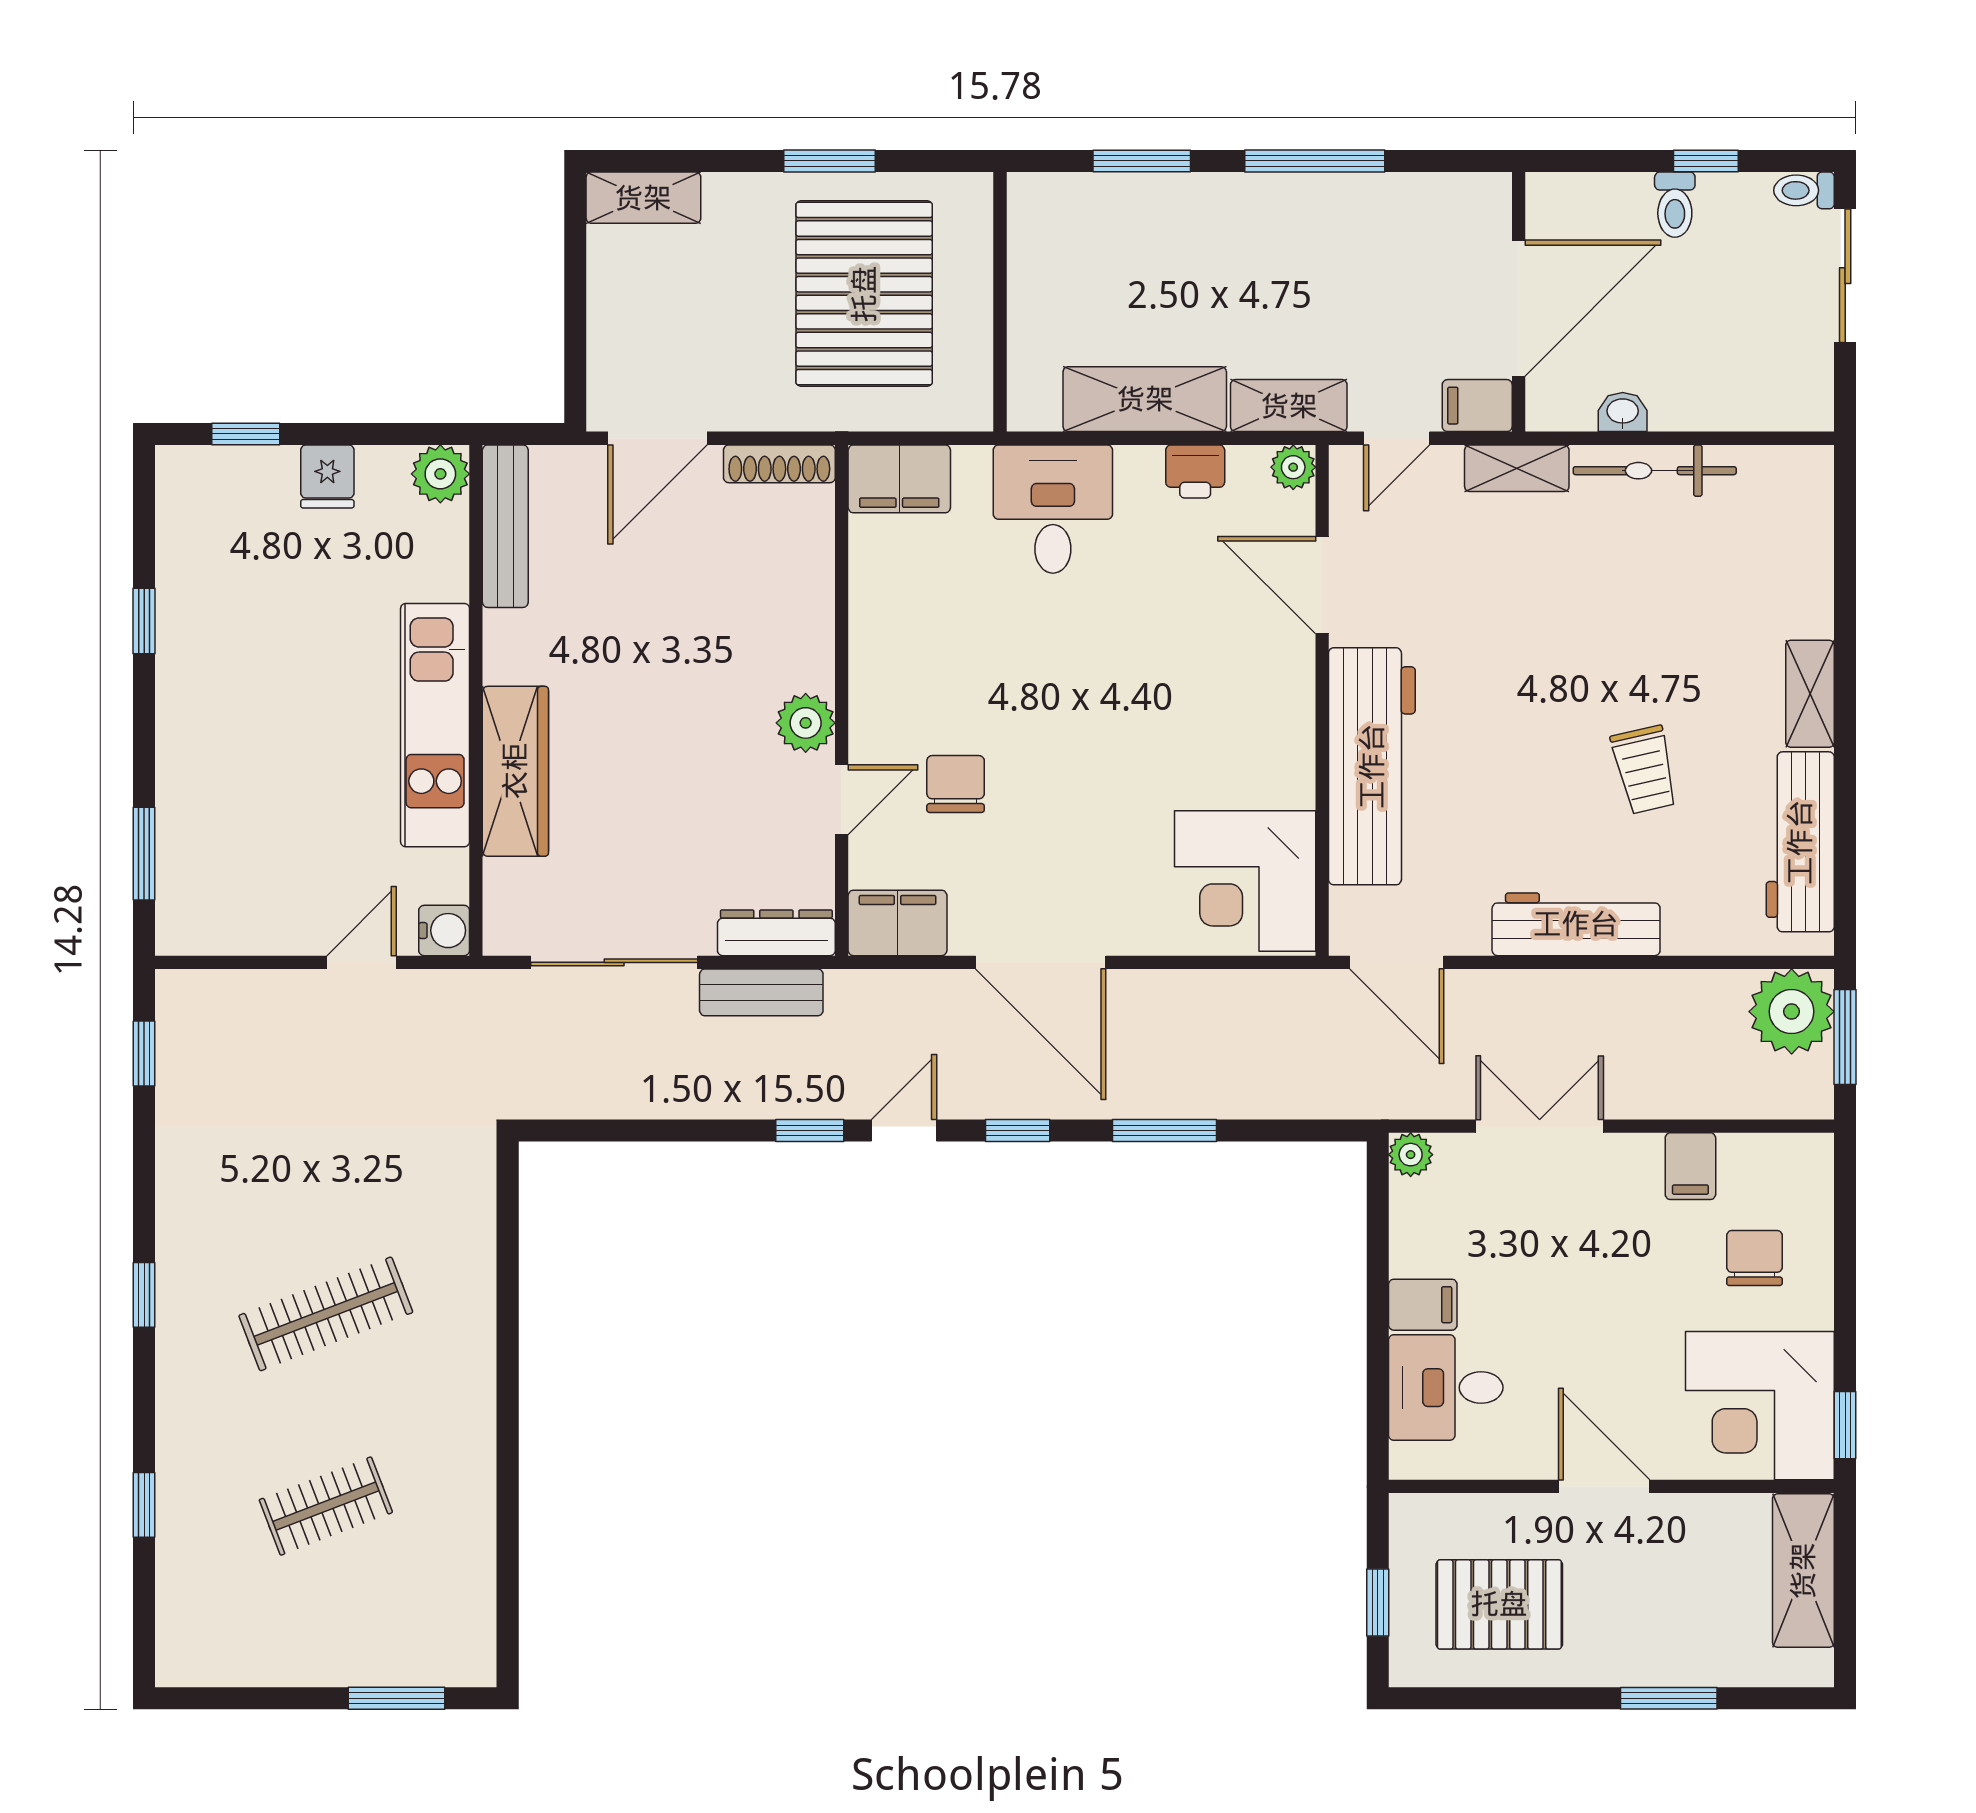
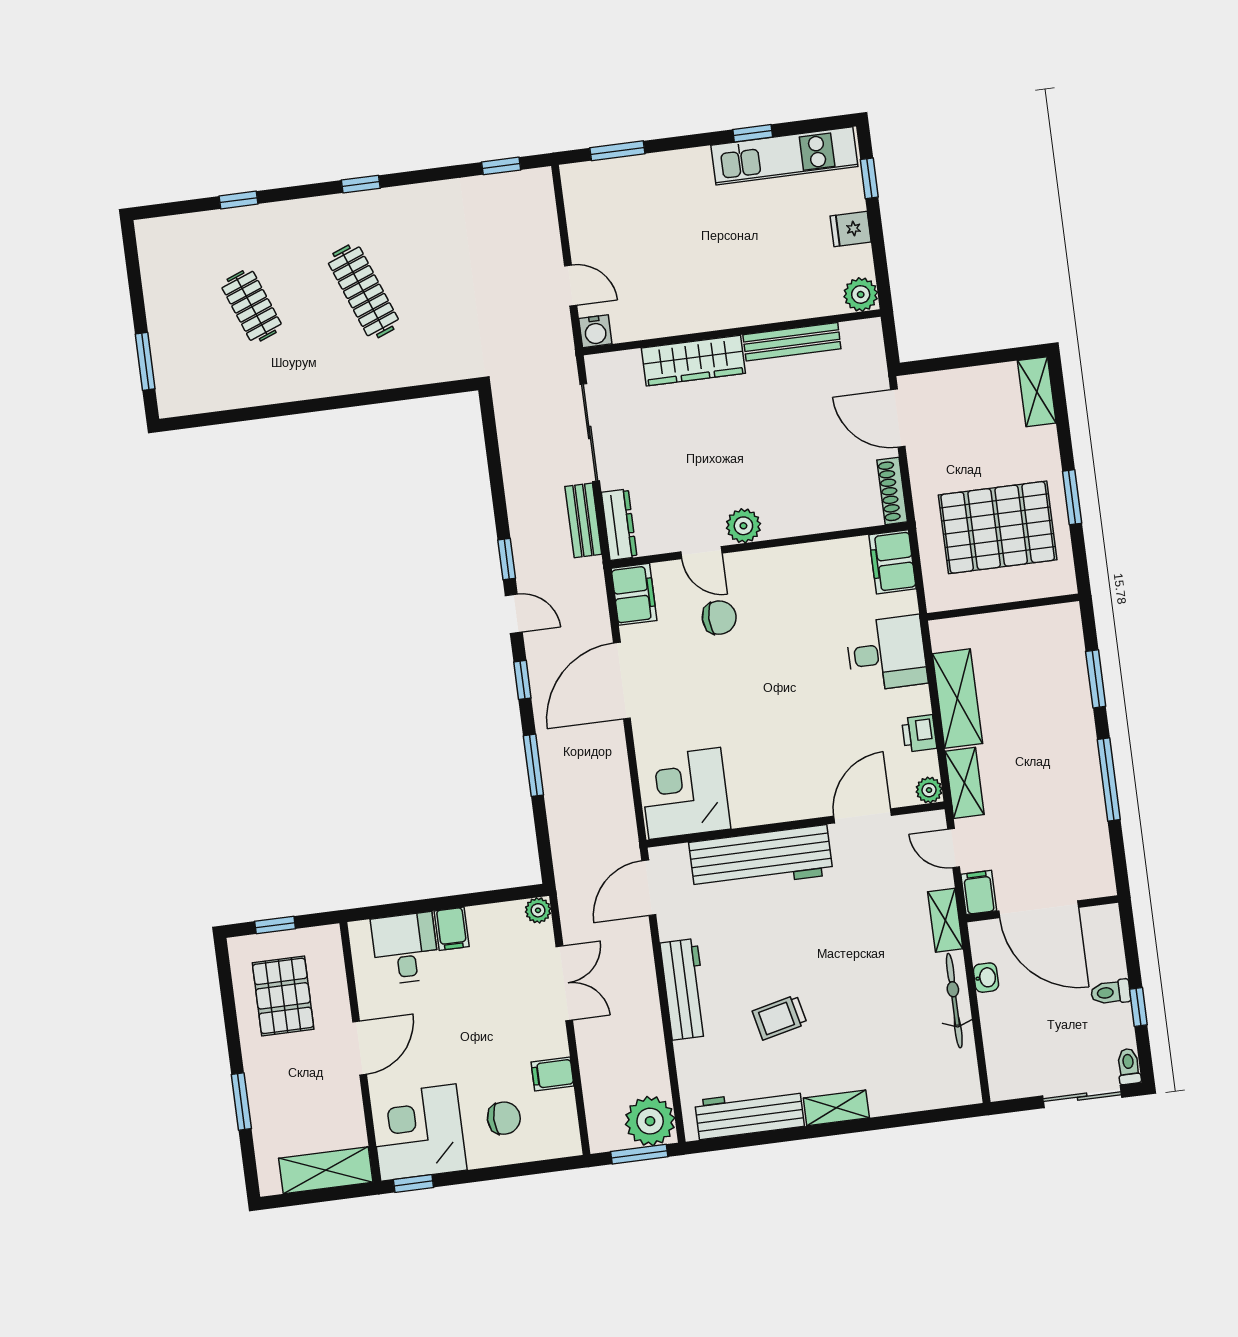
bench: (505, 526) -> (792, 342), moved
kitchen unit: (435, 725) -> (784, 156), moved, turned 180

